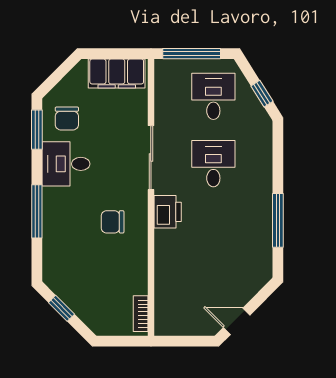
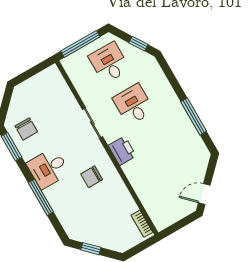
filing cabinet: (117, 74) -> (41, 83), removed
sliding door: (151, 158) -> (92, 123), width x0.73
desk: (66, 164) -> (48, 168), moved

